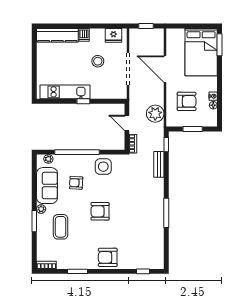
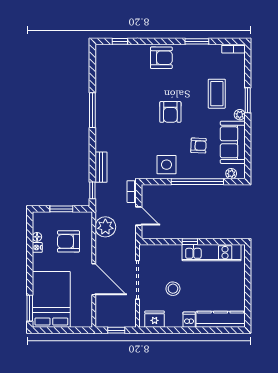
armchair: (100, 211) -> (170, 112), turned 90

